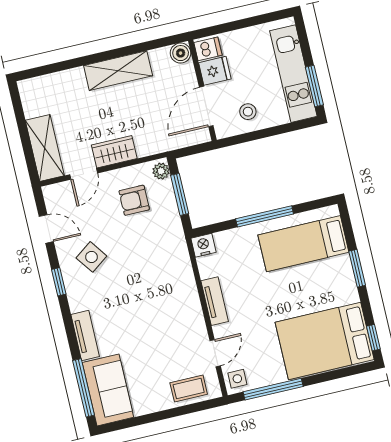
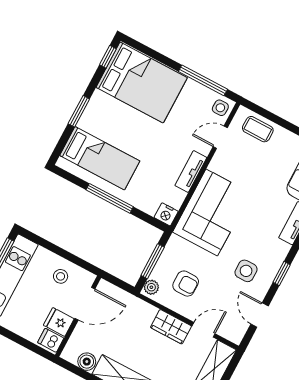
boiler: (181, 53) -> (87, 362), moved
side table: (91, 257) -> (246, 271), turned 36
corner sofa: (165, 282) -> (212, 212), added

